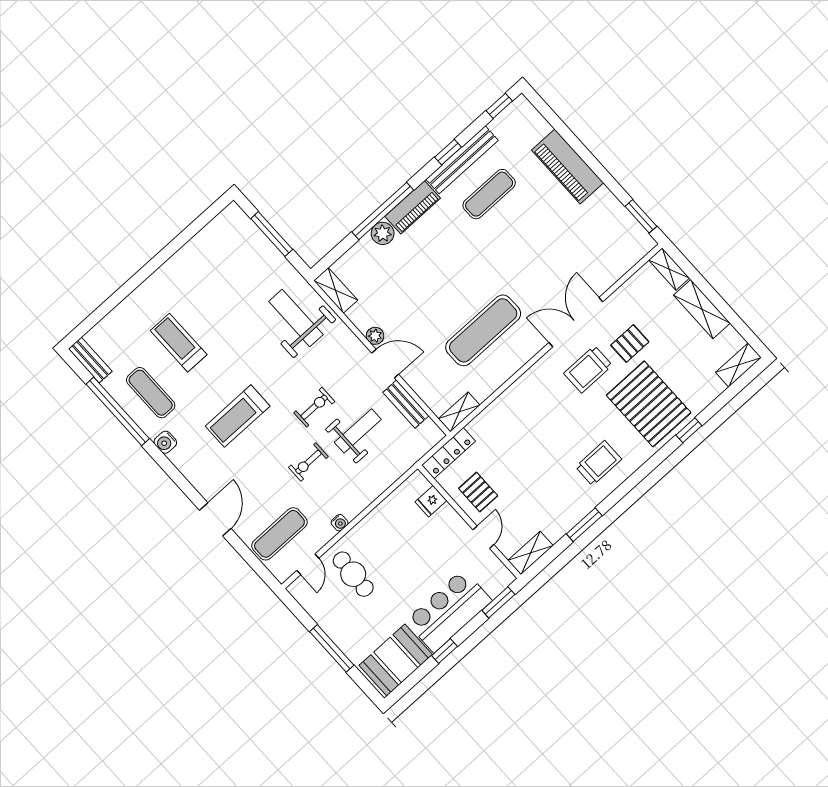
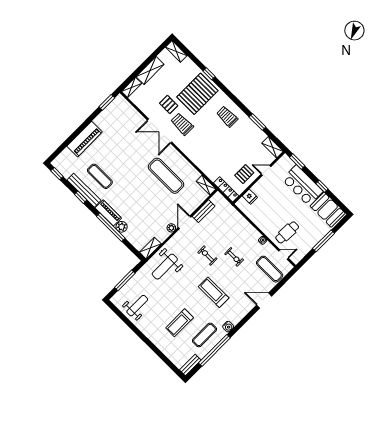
trolley: (588, 369) -> (182, 124), turned 180
treadmill: (238, 416) -> (214, 292), turned 180
weight bench: (358, 431) -> (137, 306), moved, turned 90

